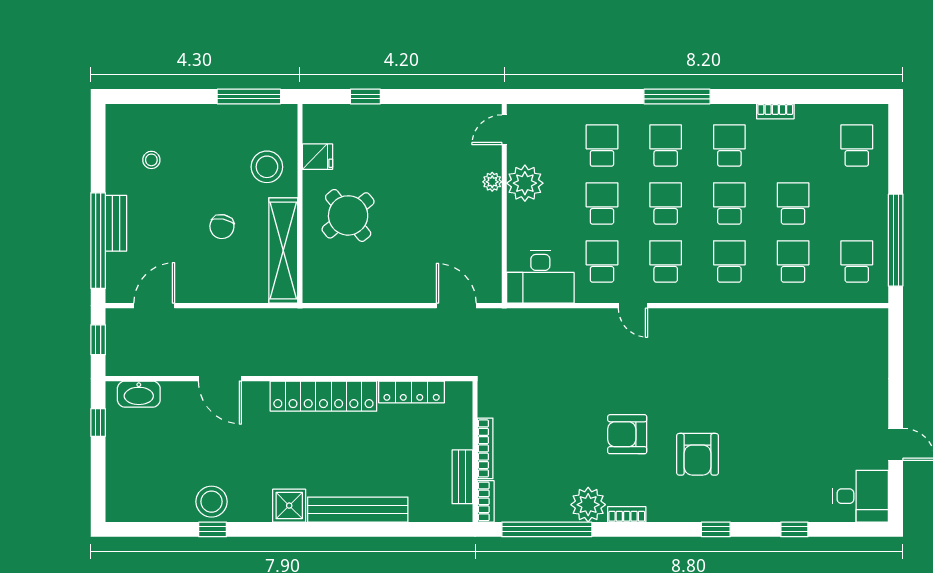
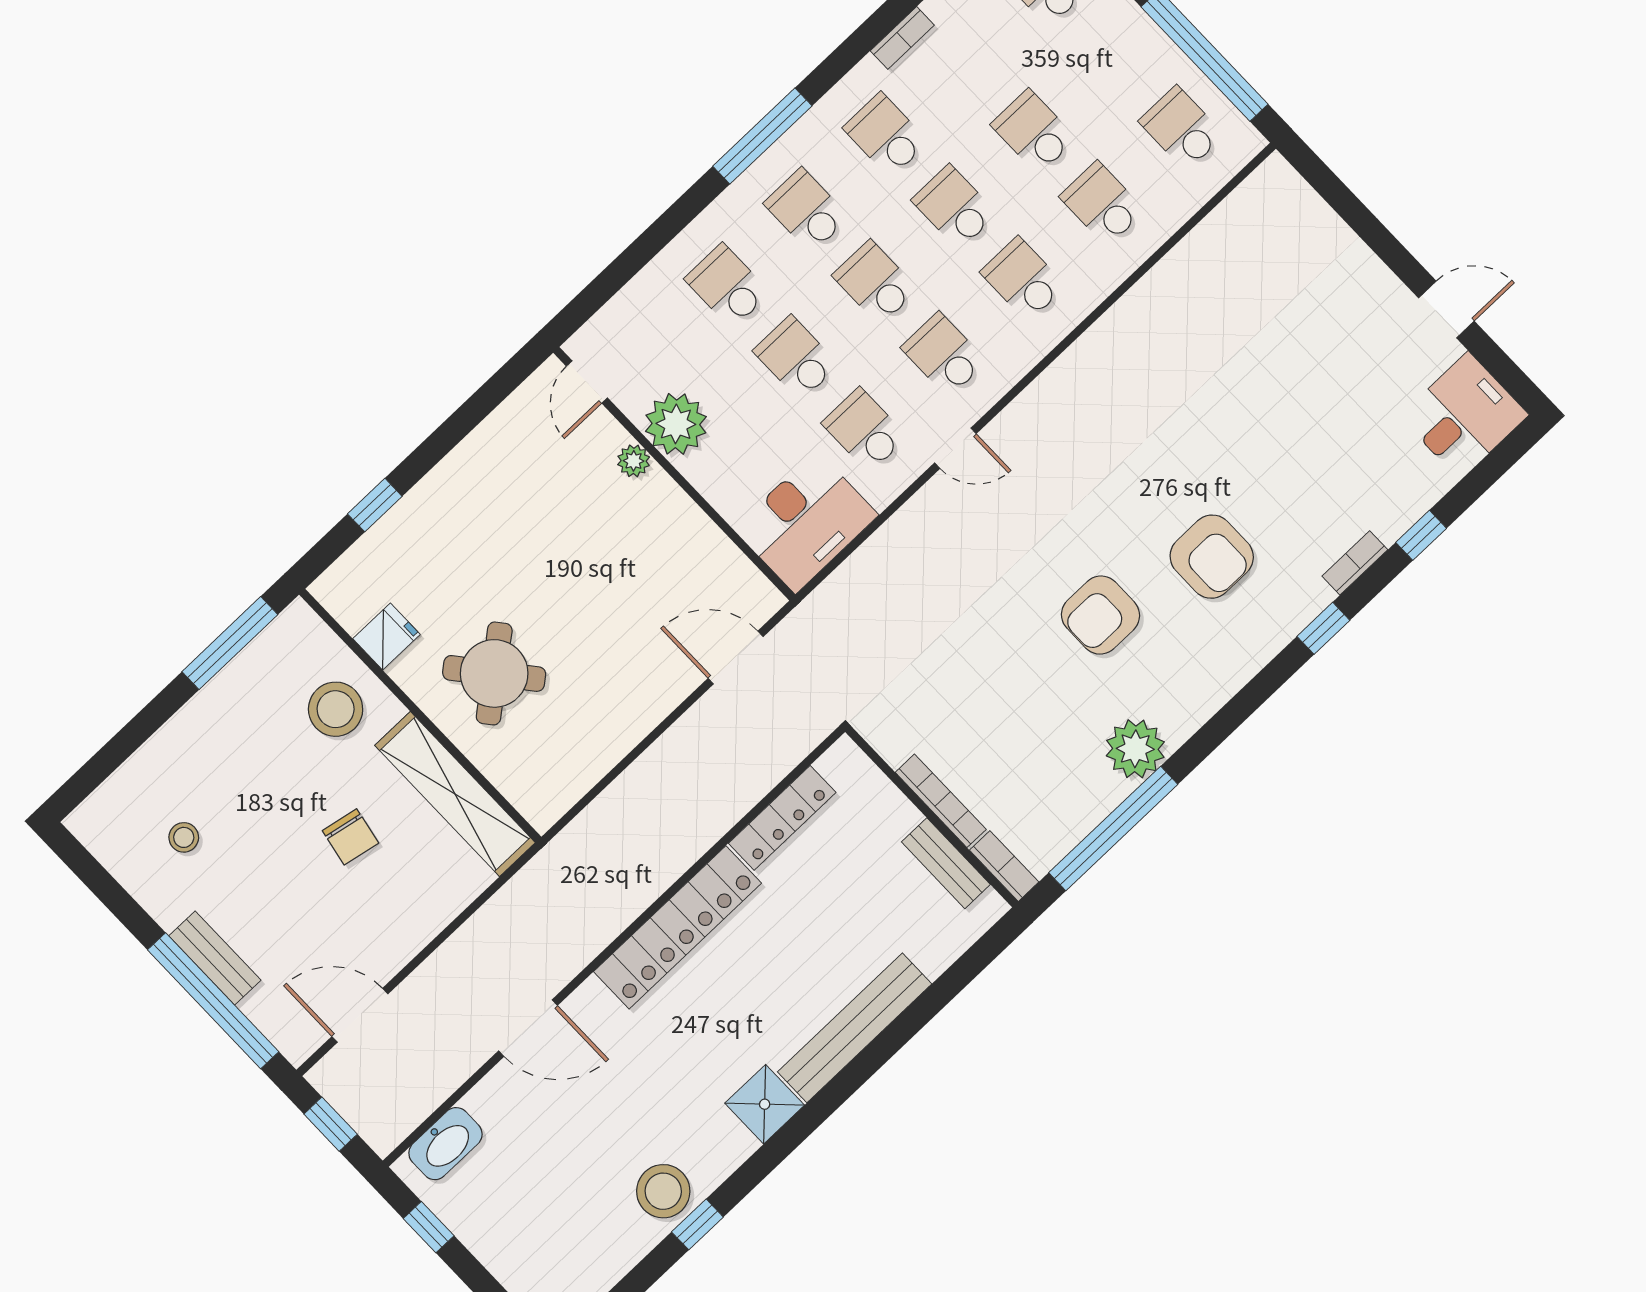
door: (154, 306) -> (360, 1015), hinge flipped
bookcase: (627, 514) -> (1355, 563), moved

